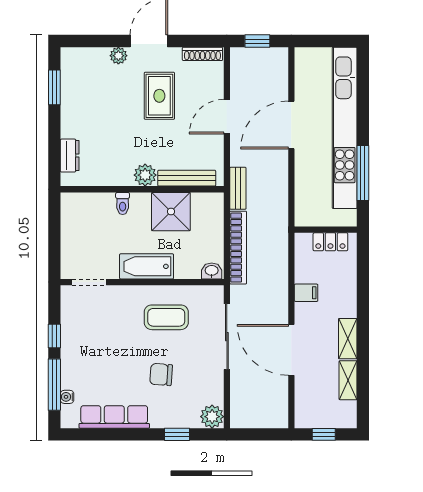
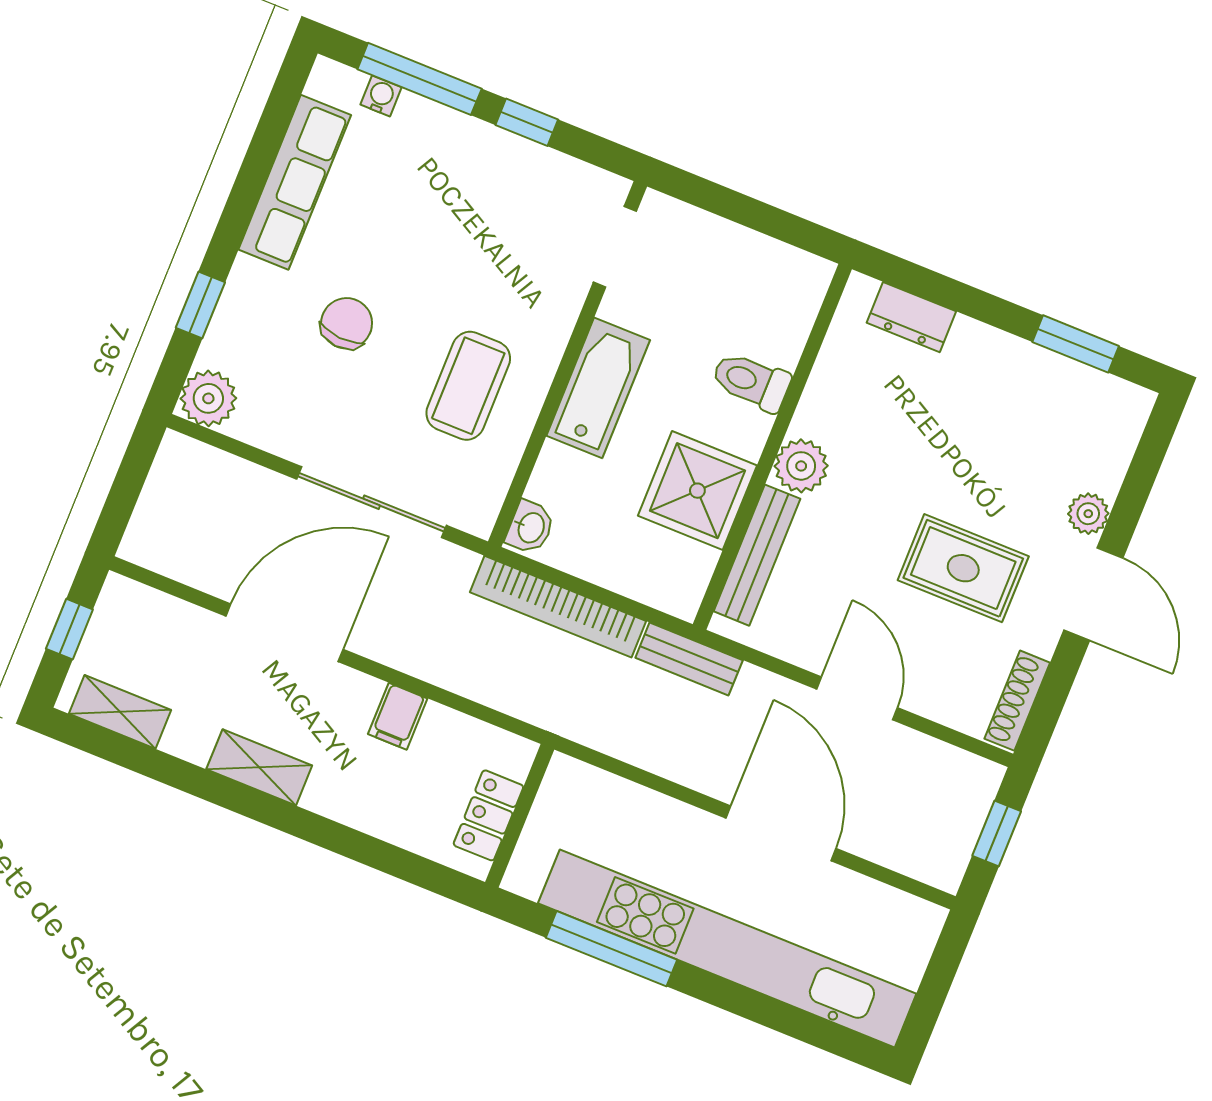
toilet: (123, 203) -> (751, 381), width x1.37, depth x1.39
shelving: (348, 380) -> (120, 712), moved

